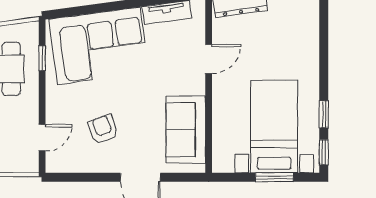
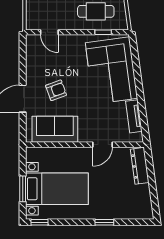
door: (209, 59) -> (102, 145), hinge flipped
window: (324, 114) -> (104, 222), moved
armchair: (103, 129) -> (56, 90), moved

